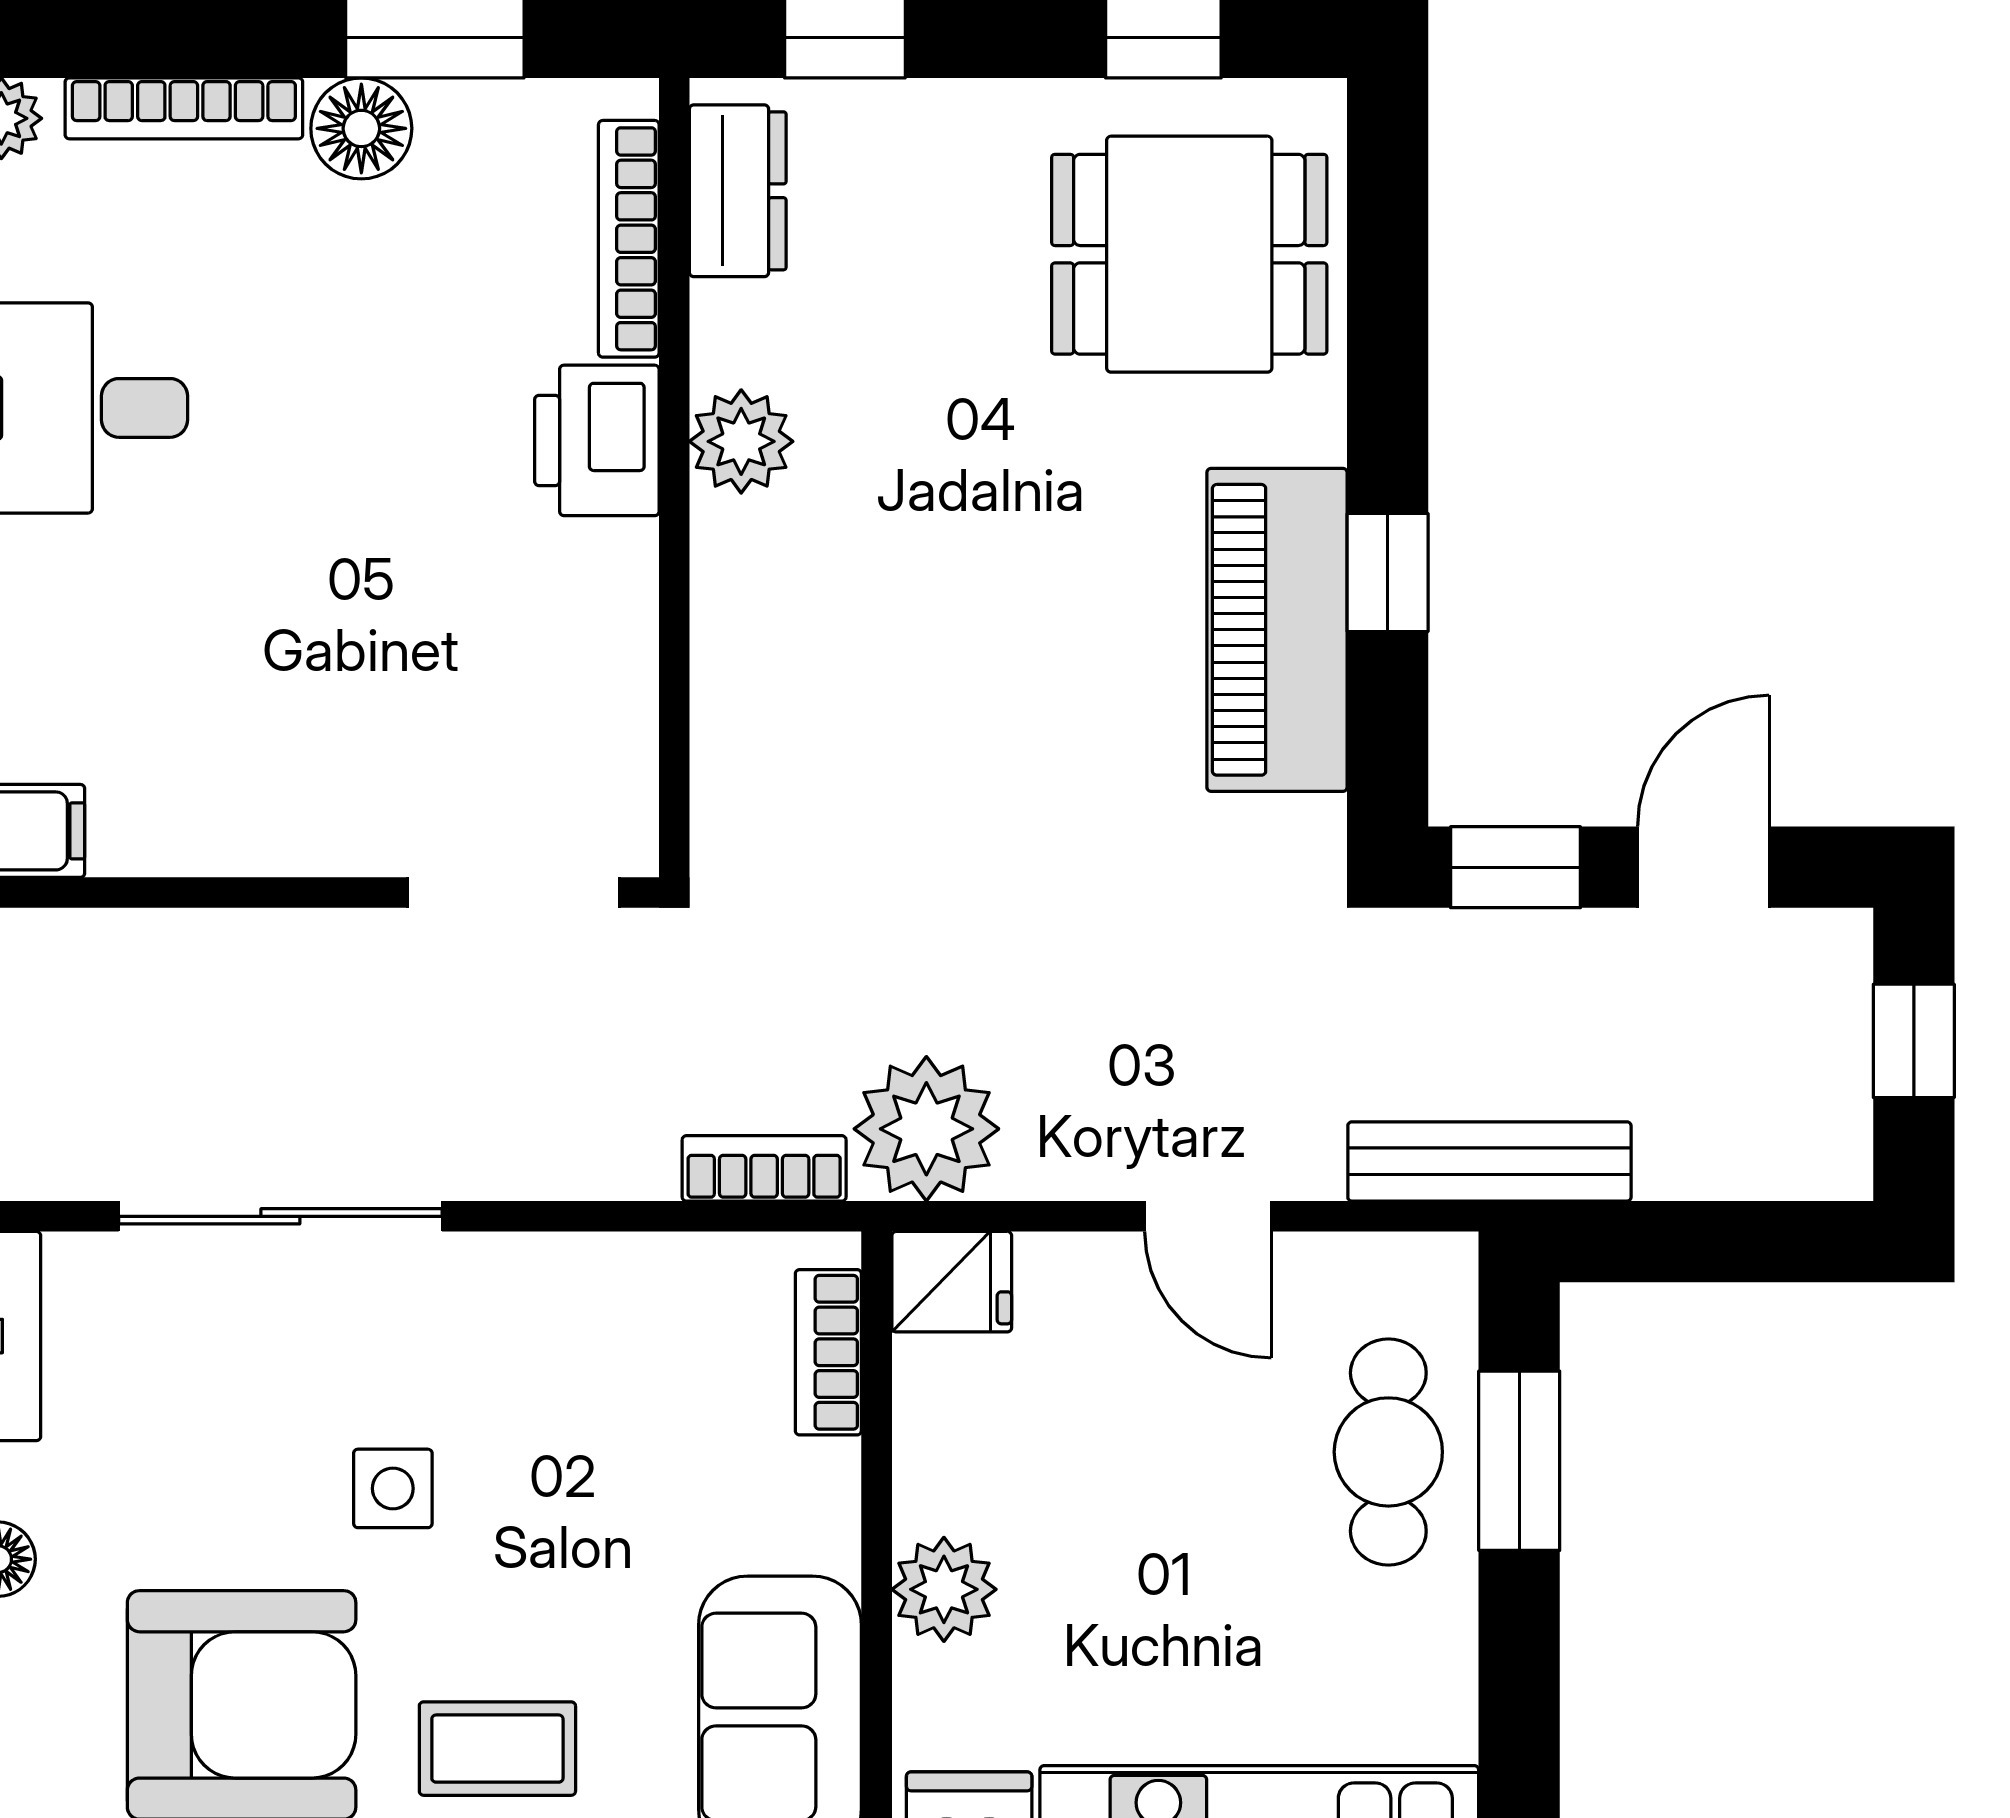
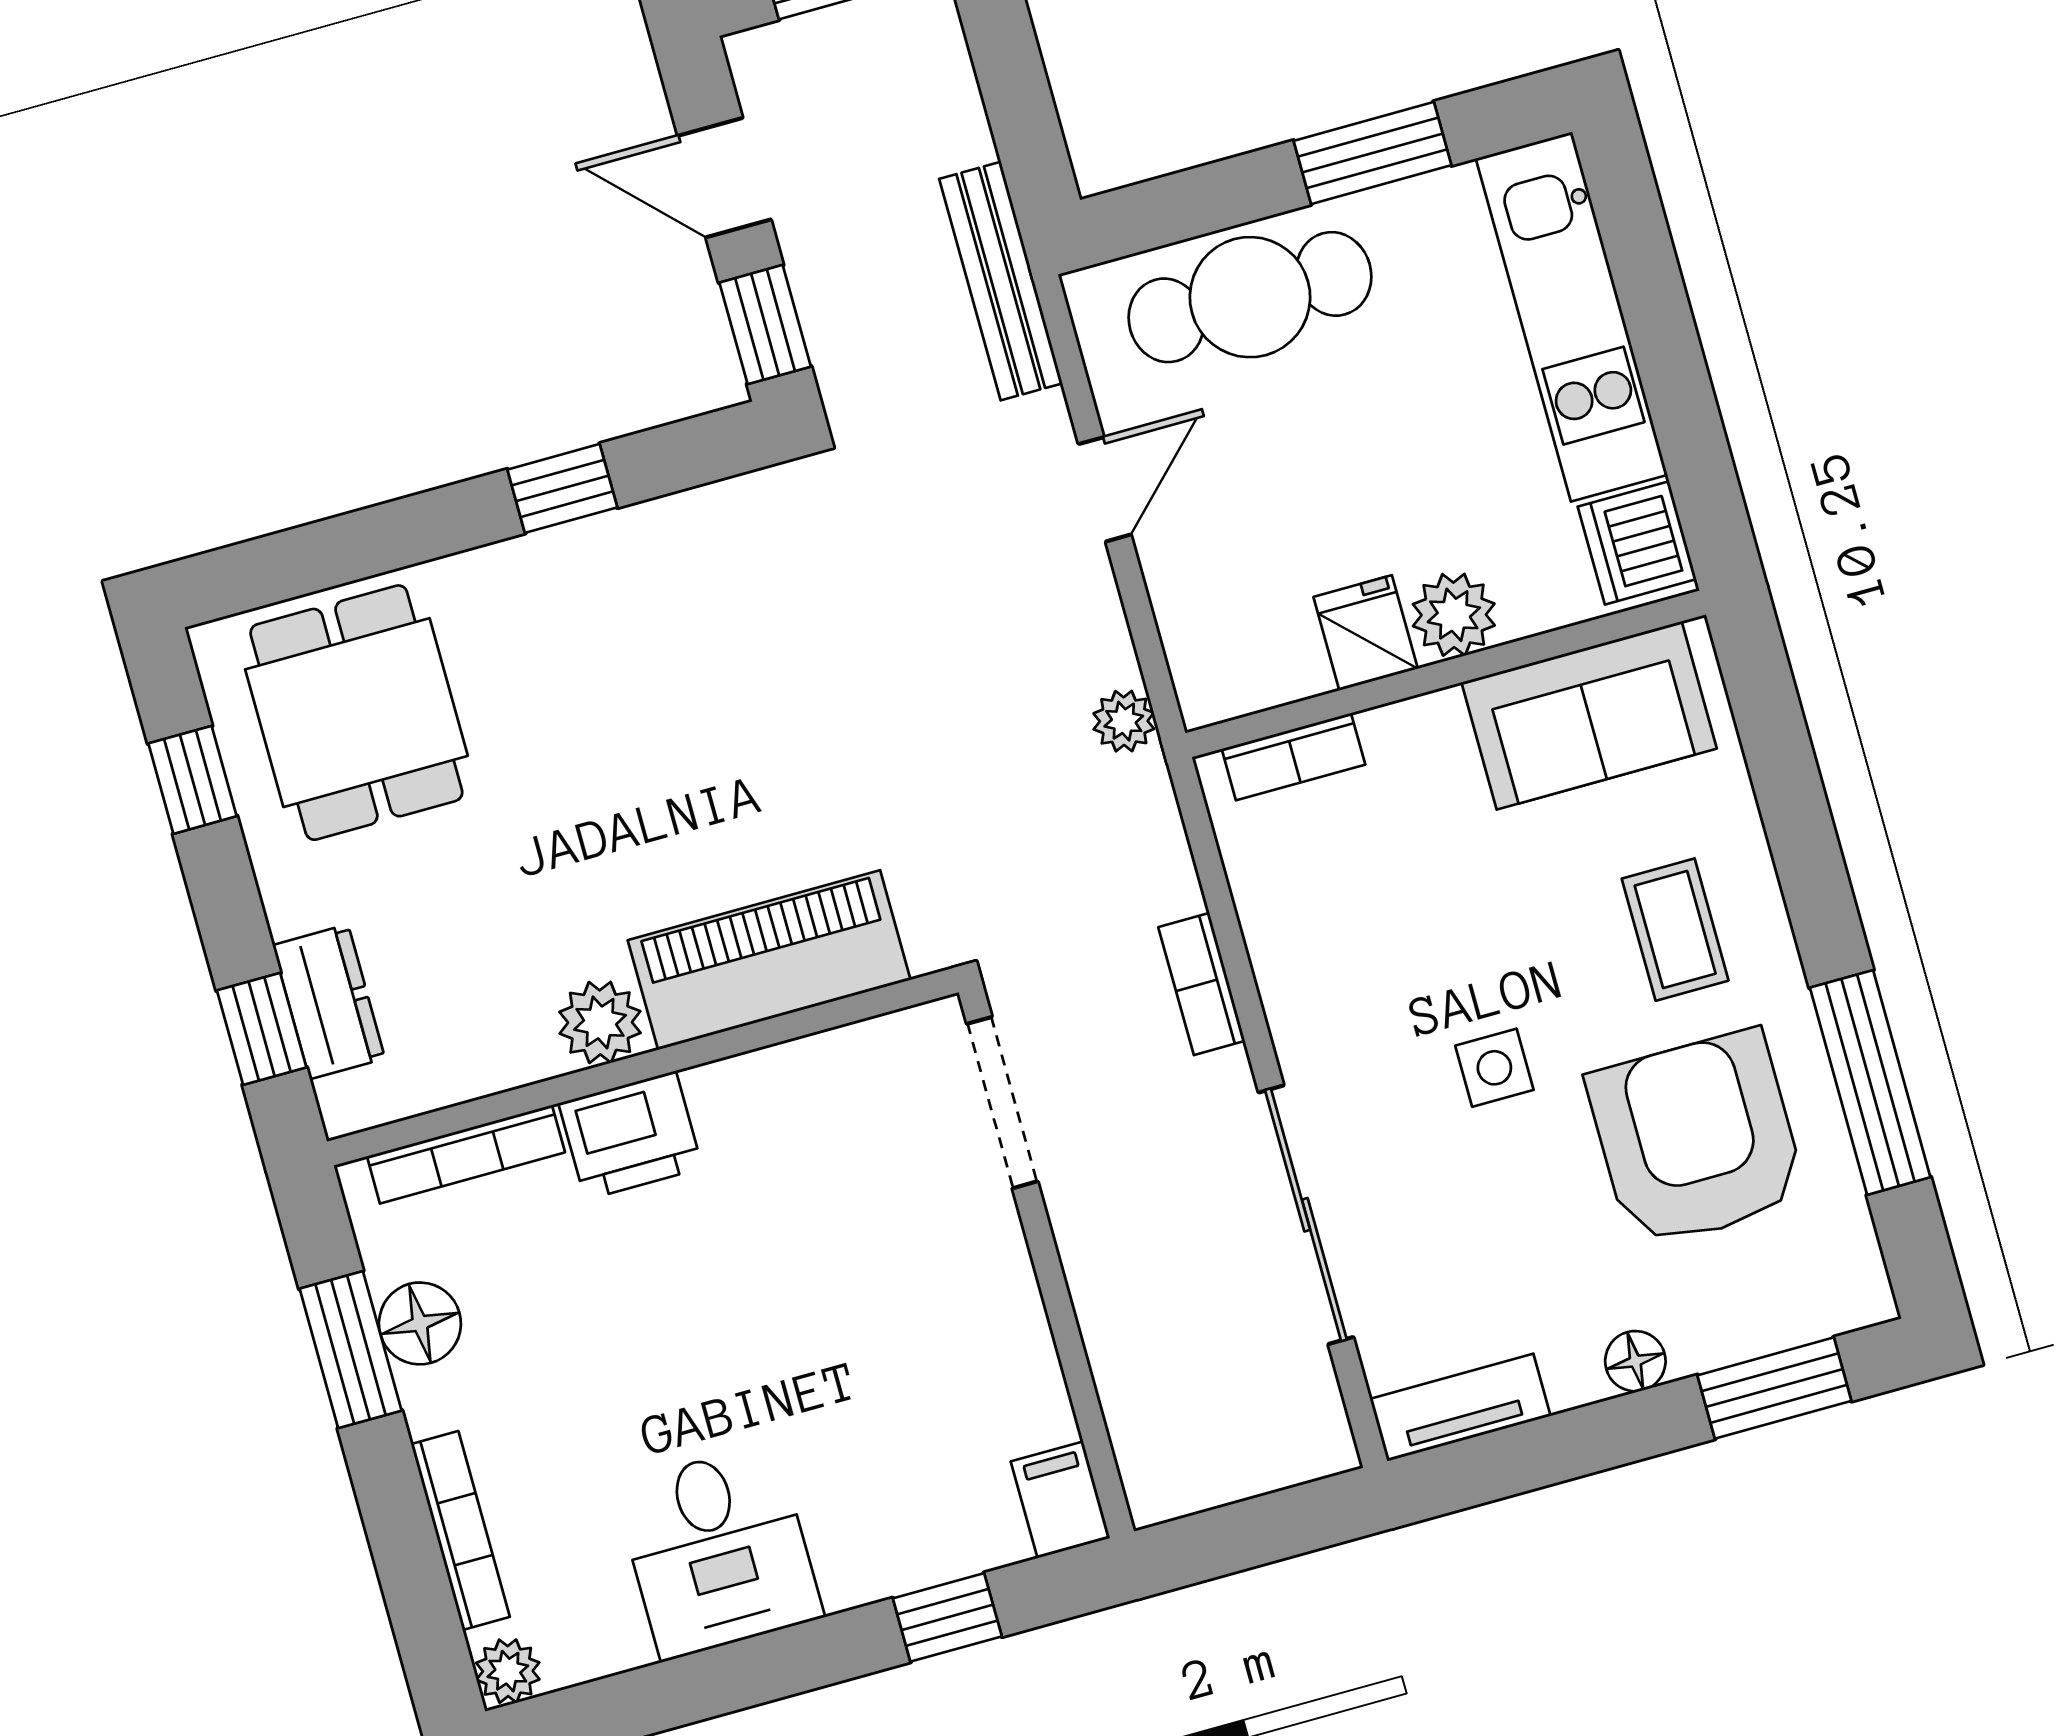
floor lamp: (361, 128) -> (420, 1323), moved
dresser: (738, 191) -> (329, 1002), moved, turned 90
piano: (1277, 630) -> (769, 960), moved, turned 180
plant: (926, 1129) -> (1124, 721), width x0.53, depth x0.53
bookcase: (764, 1168) -> (1202, 984), moved
fridge: (952, 1282) -> (1366, 633), moved
cafe table: (1388, 1452) -> (1250, 297), width x1.37, depth x1.35
window: (1519, 1461) -> (1372, 153), moved

